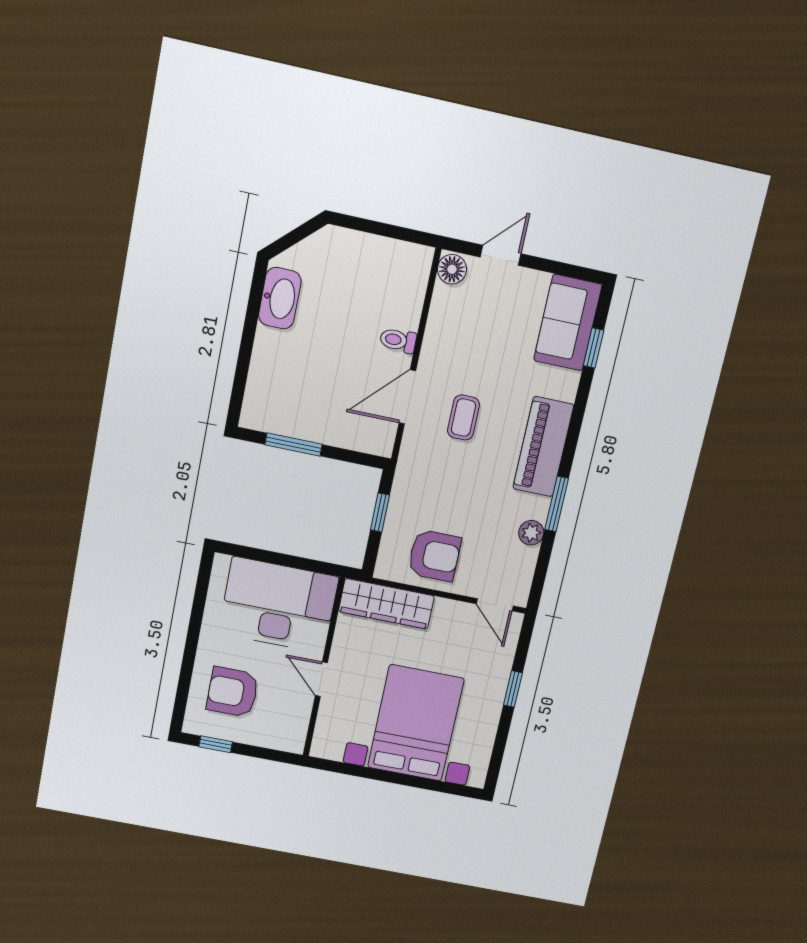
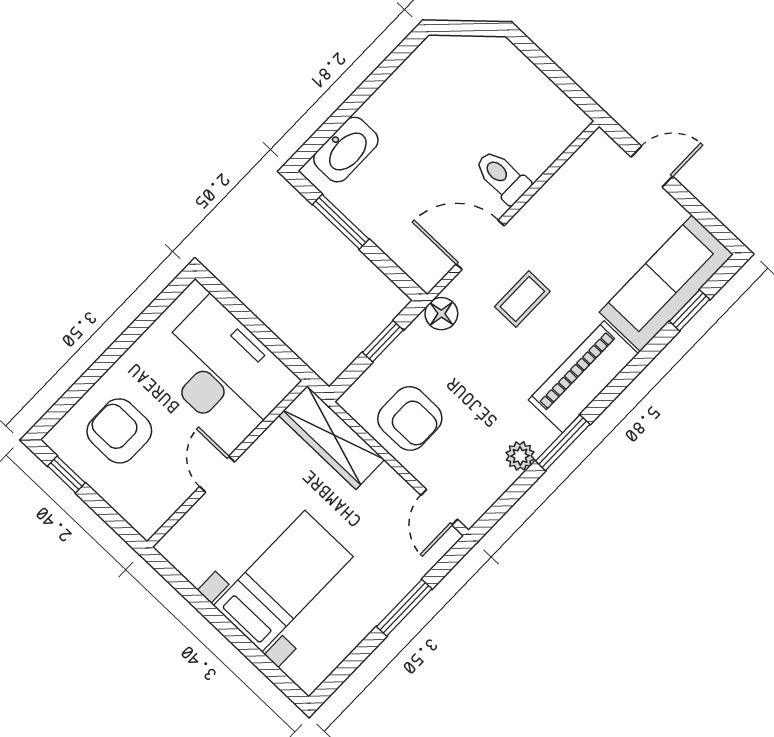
floor lamp: (452, 269) -> (441, 314), moved
washbasin: (280, 298) -> (346, 150), moved
sofa: (568, 323) -> (666, 283), width x1.36
toilet: (398, 340) -> (502, 177), width x1.37, depth x1.39
window: (513, 689) -> (404, 608), width x1.50
bed with nightstands: (416, 723) -> (283, 581), width x0.73

